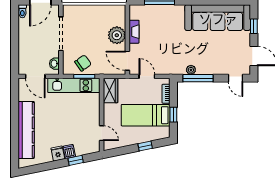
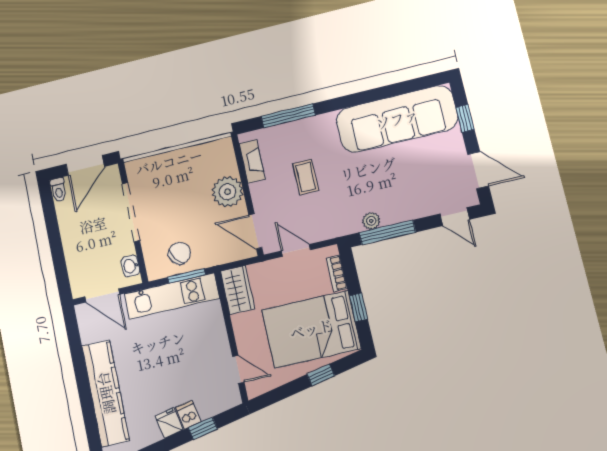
fireplace: (134, 32) -> (252, 161), moved
coffee table: (161, 37) -> (306, 177), added
bed: (146, 115) -> (311, 329), width x1.50

